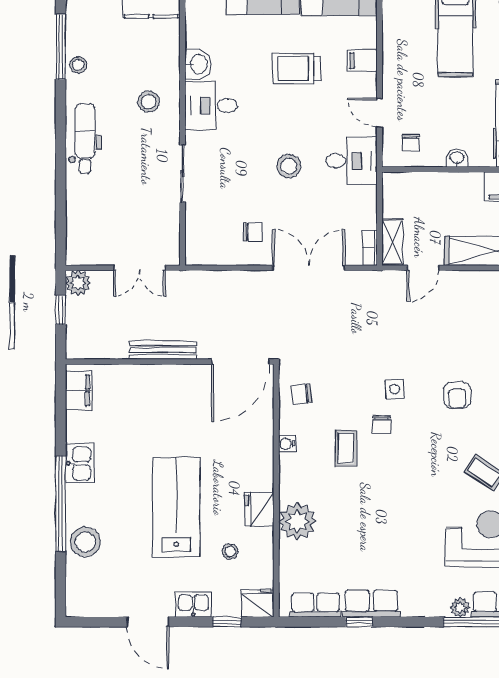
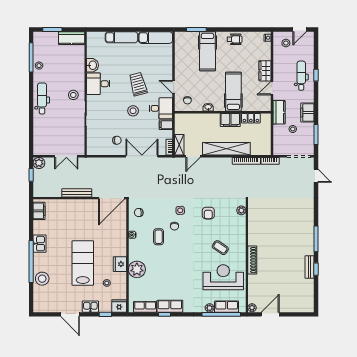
filing cabinet: (362, 61) -> (166, 125), moved
trolley: (296, 68) -> (138, 84), moved, turned 75
stool: (149, 102) -> (73, 95), moved

